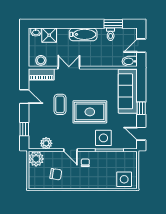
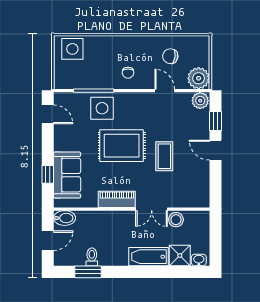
bathtub: (83, 34) -> (149, 257), moved
stool: (41, 60) -> (176, 220), moved
piano: (41, 74) -> (117, 199), moved
sofa: (128, 91) -> (67, 175), width x0.73
door: (24, 97) -> (216, 150), moved
window: (141, 108) -> (48, 174), moved
plant: (46, 143) -> (200, 101), moved
door: (71, 150) -> (165, 91), moved

